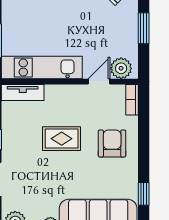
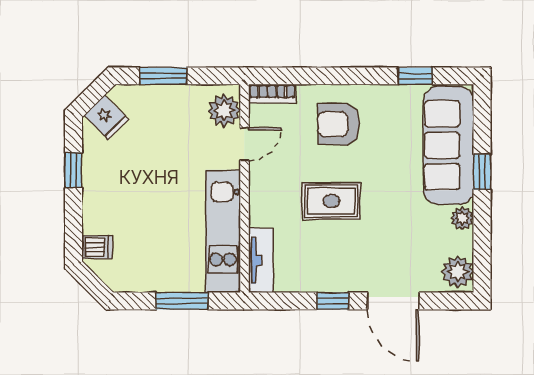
door: (99, 82) -> (244, 144), swing flipped
rug: (62, 139) -> (331, 201), turned 90

